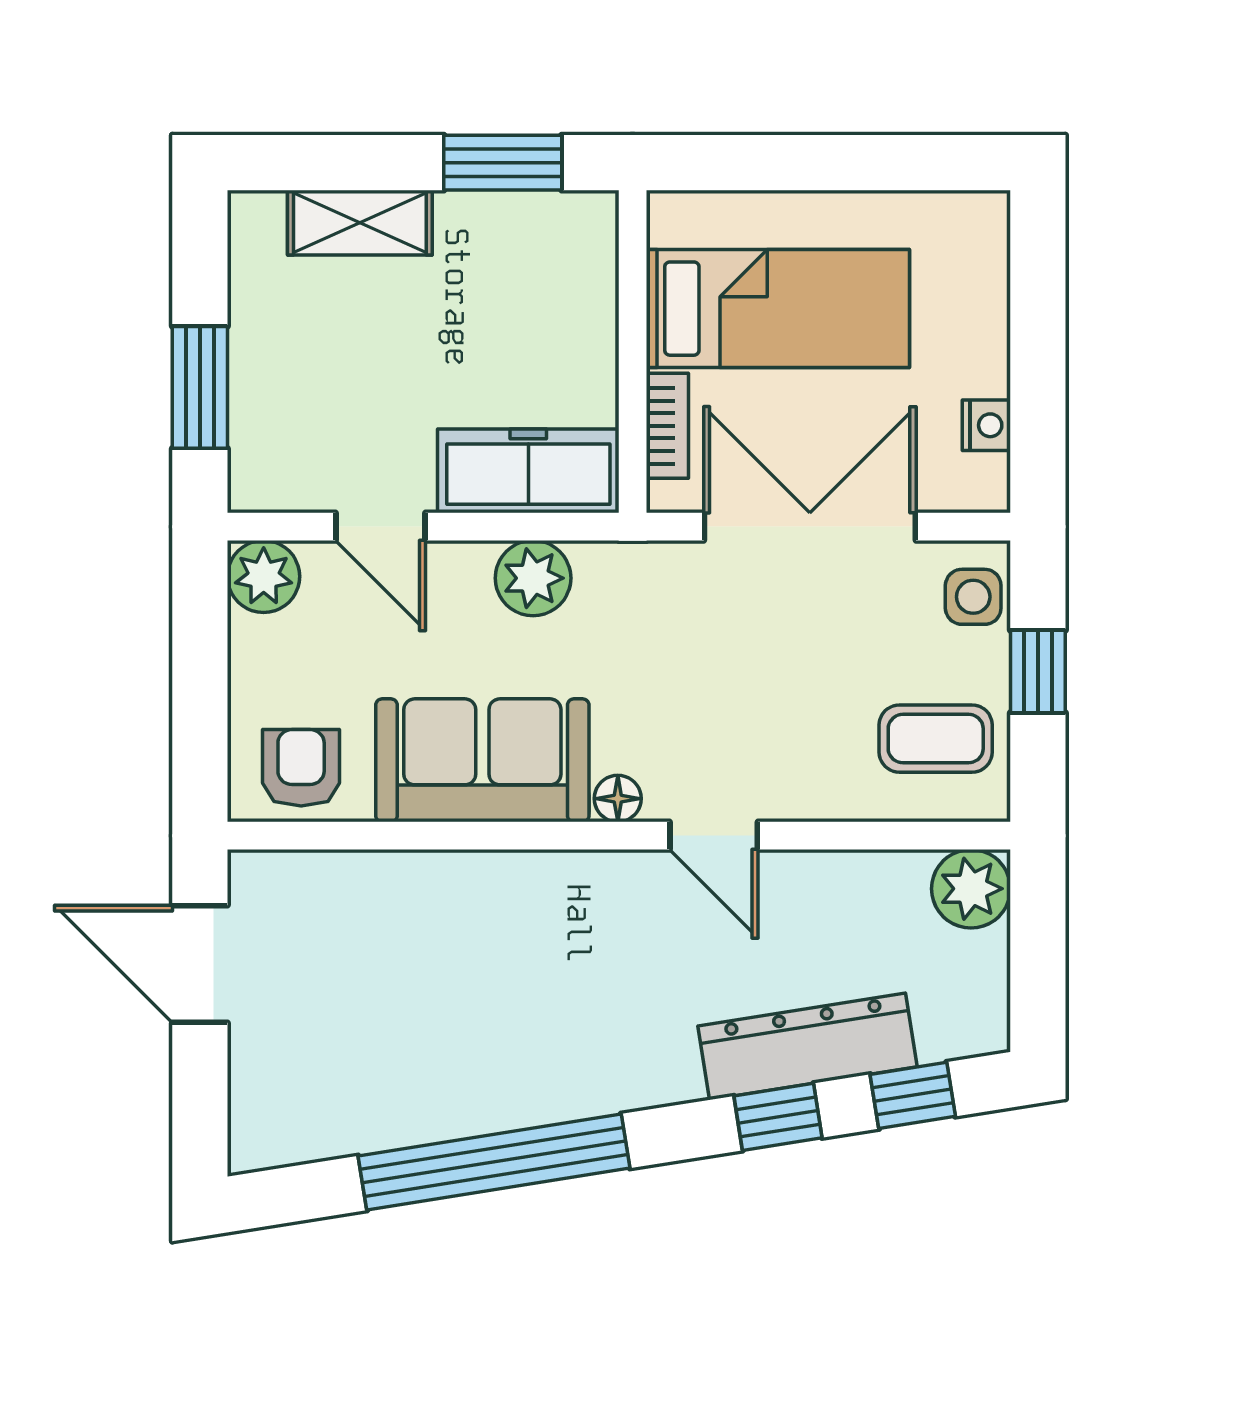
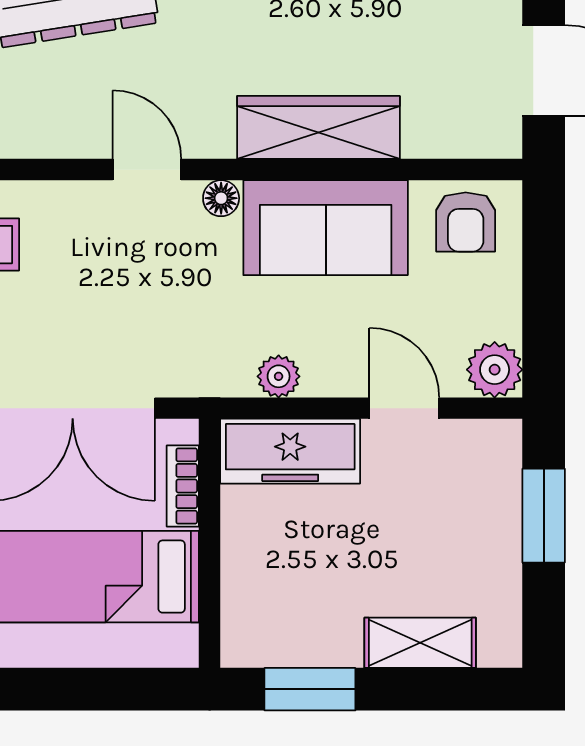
plant: (533, 578) -> (279, 376), width x0.73, depth x0.73
wardrobe: (492, 890) -> (318, 127), added

